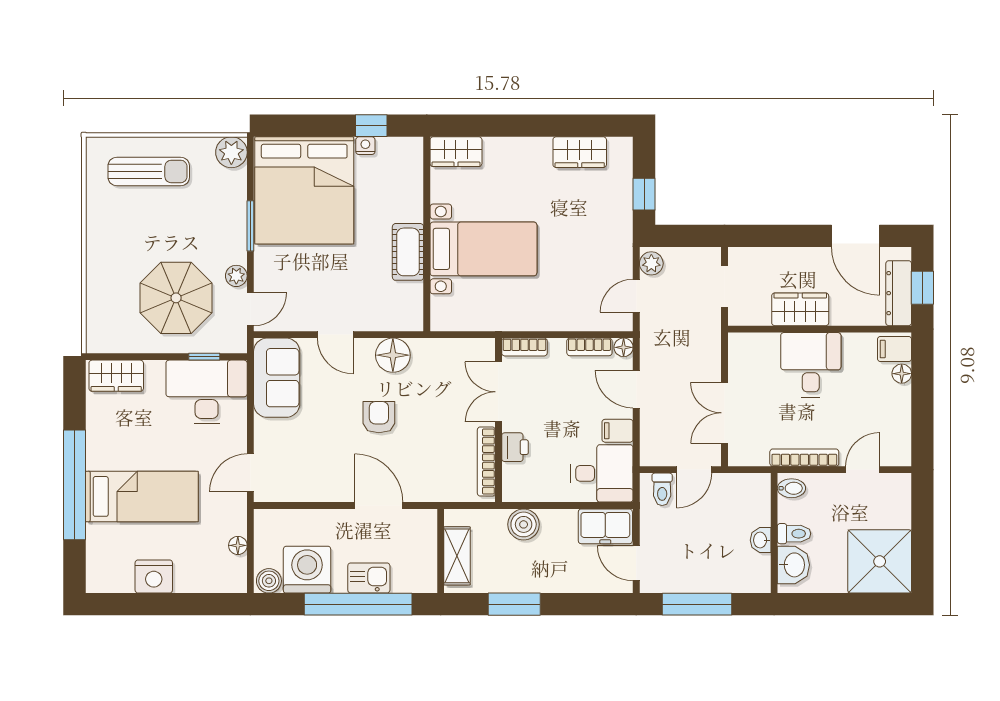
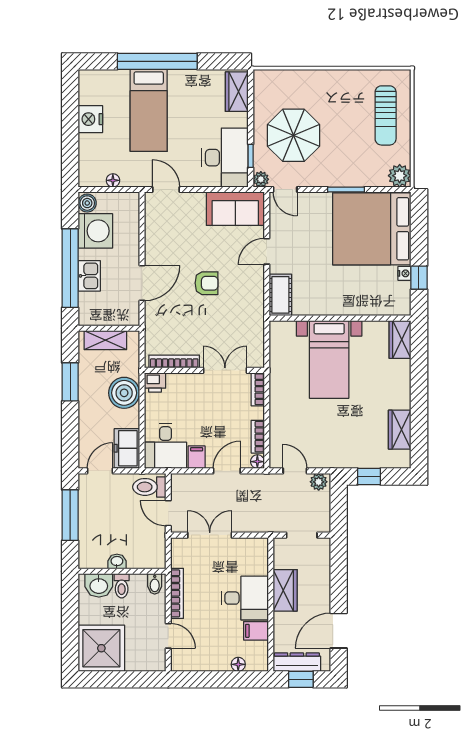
cot: (408, 252) -> (280, 295), moved, turned 90
plant: (236, 276) -> (261, 179), moved
filing cabinet: (894, 349) -> (256, 631), moved, turned -90
floor lamp: (393, 355) -> (252, 293), removed
printer: (515, 447) -> (155, 382), moved
toilet: (662, 489) -> (149, 487), width x1.37, depth x1.39
boiler: (524, 524) -> (124, 393), width x1.37, depth x1.37

